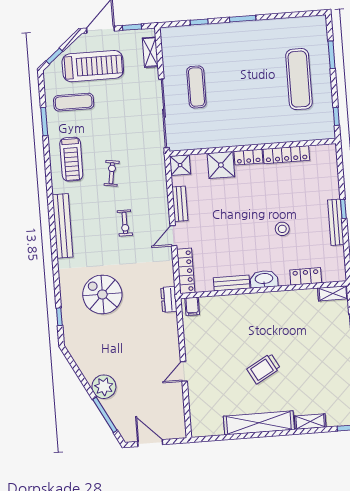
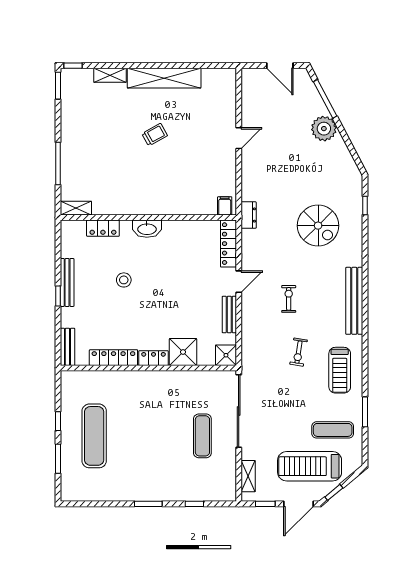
window: (54, 56) -> (334, 492), moved
window: (336, 116) -> (58, 421), moved
treadmill: (71, 159) -> (340, 370), turned 180
bench: (232, 283) -> (67, 347), moved, turned 90
trolley: (264, 369) -> (155, 135), width x0.73, depth x0.72

